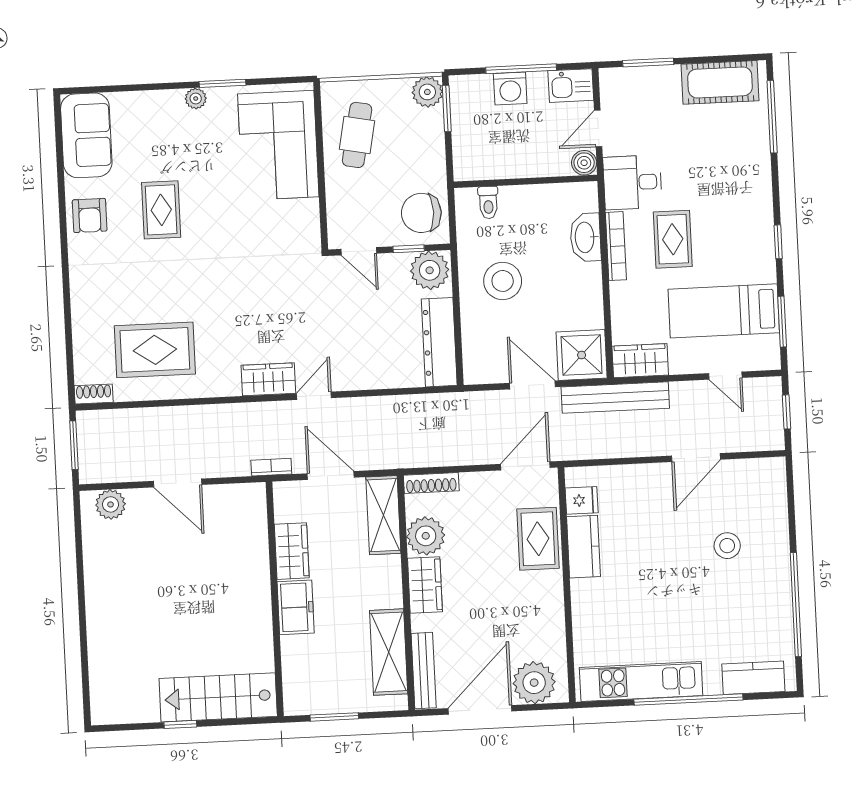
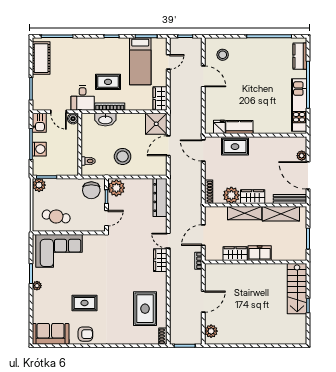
dresser: (439, 342) -> (160, 198), moved, turned 90
bench: (615, 398) -> (175, 110), removed
shelving: (383, 515) -> (245, 213), moved
stool: (727, 546) -> (223, 55), moved
plant: (534, 683) -> (302, 156), width x0.53, depth x0.53

